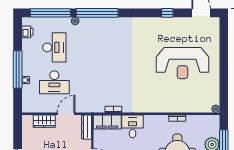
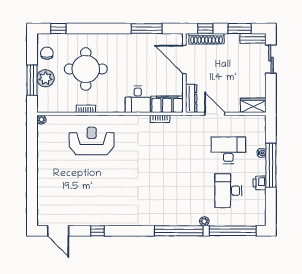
printer: (27, 32) -> (260, 183), moved
reception desk: (182, 63) -> (92, 141), moved, width x0.74, depth x0.77
door: (66, 114) -> (215, 114), swing flipped
wardrobe: (44, 121) -> (253, 105), moved

